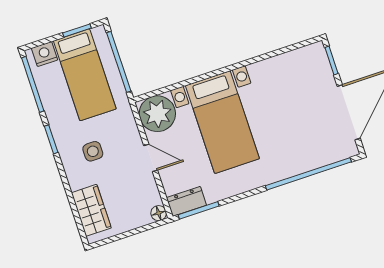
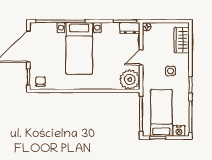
chair: (308, 60) -> (41, 82), added
bed with nightstands: (222, 122) -> (79, 48), moved, turned 180
door: (151, 158) -> (141, 57), hinge flipped

